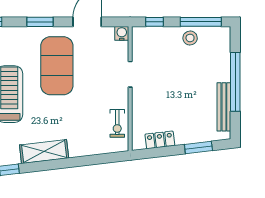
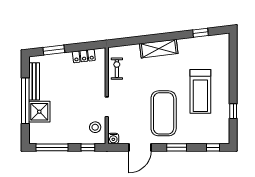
stool: (190, 38) -> (95, 127), moved
shower: (217, 68) -> (39, 112), added
shelving: (44, 152) -> (159, 49), moved

